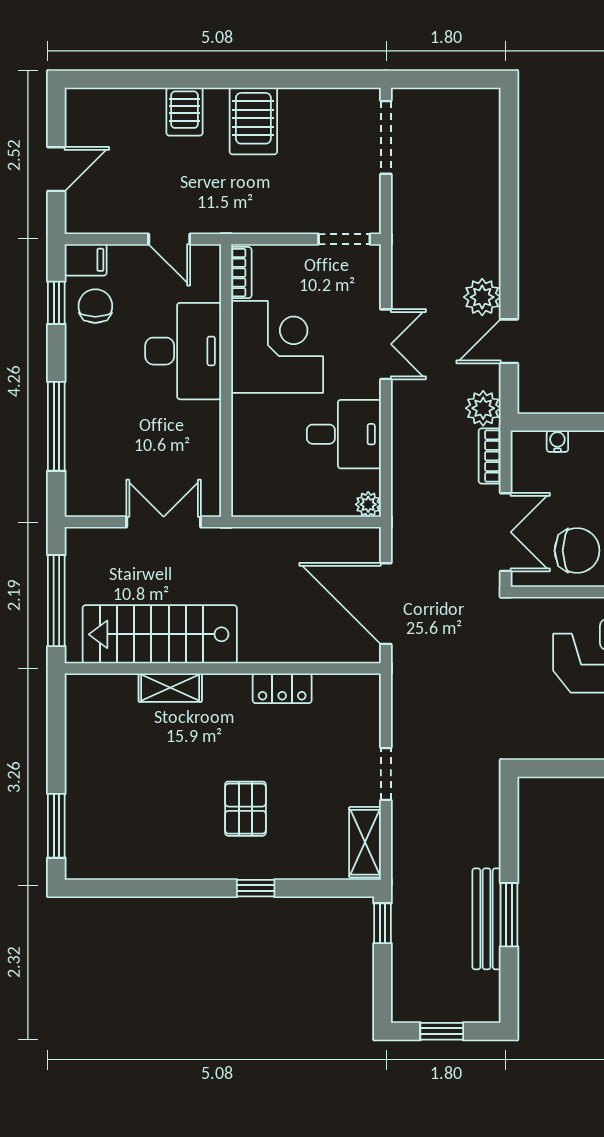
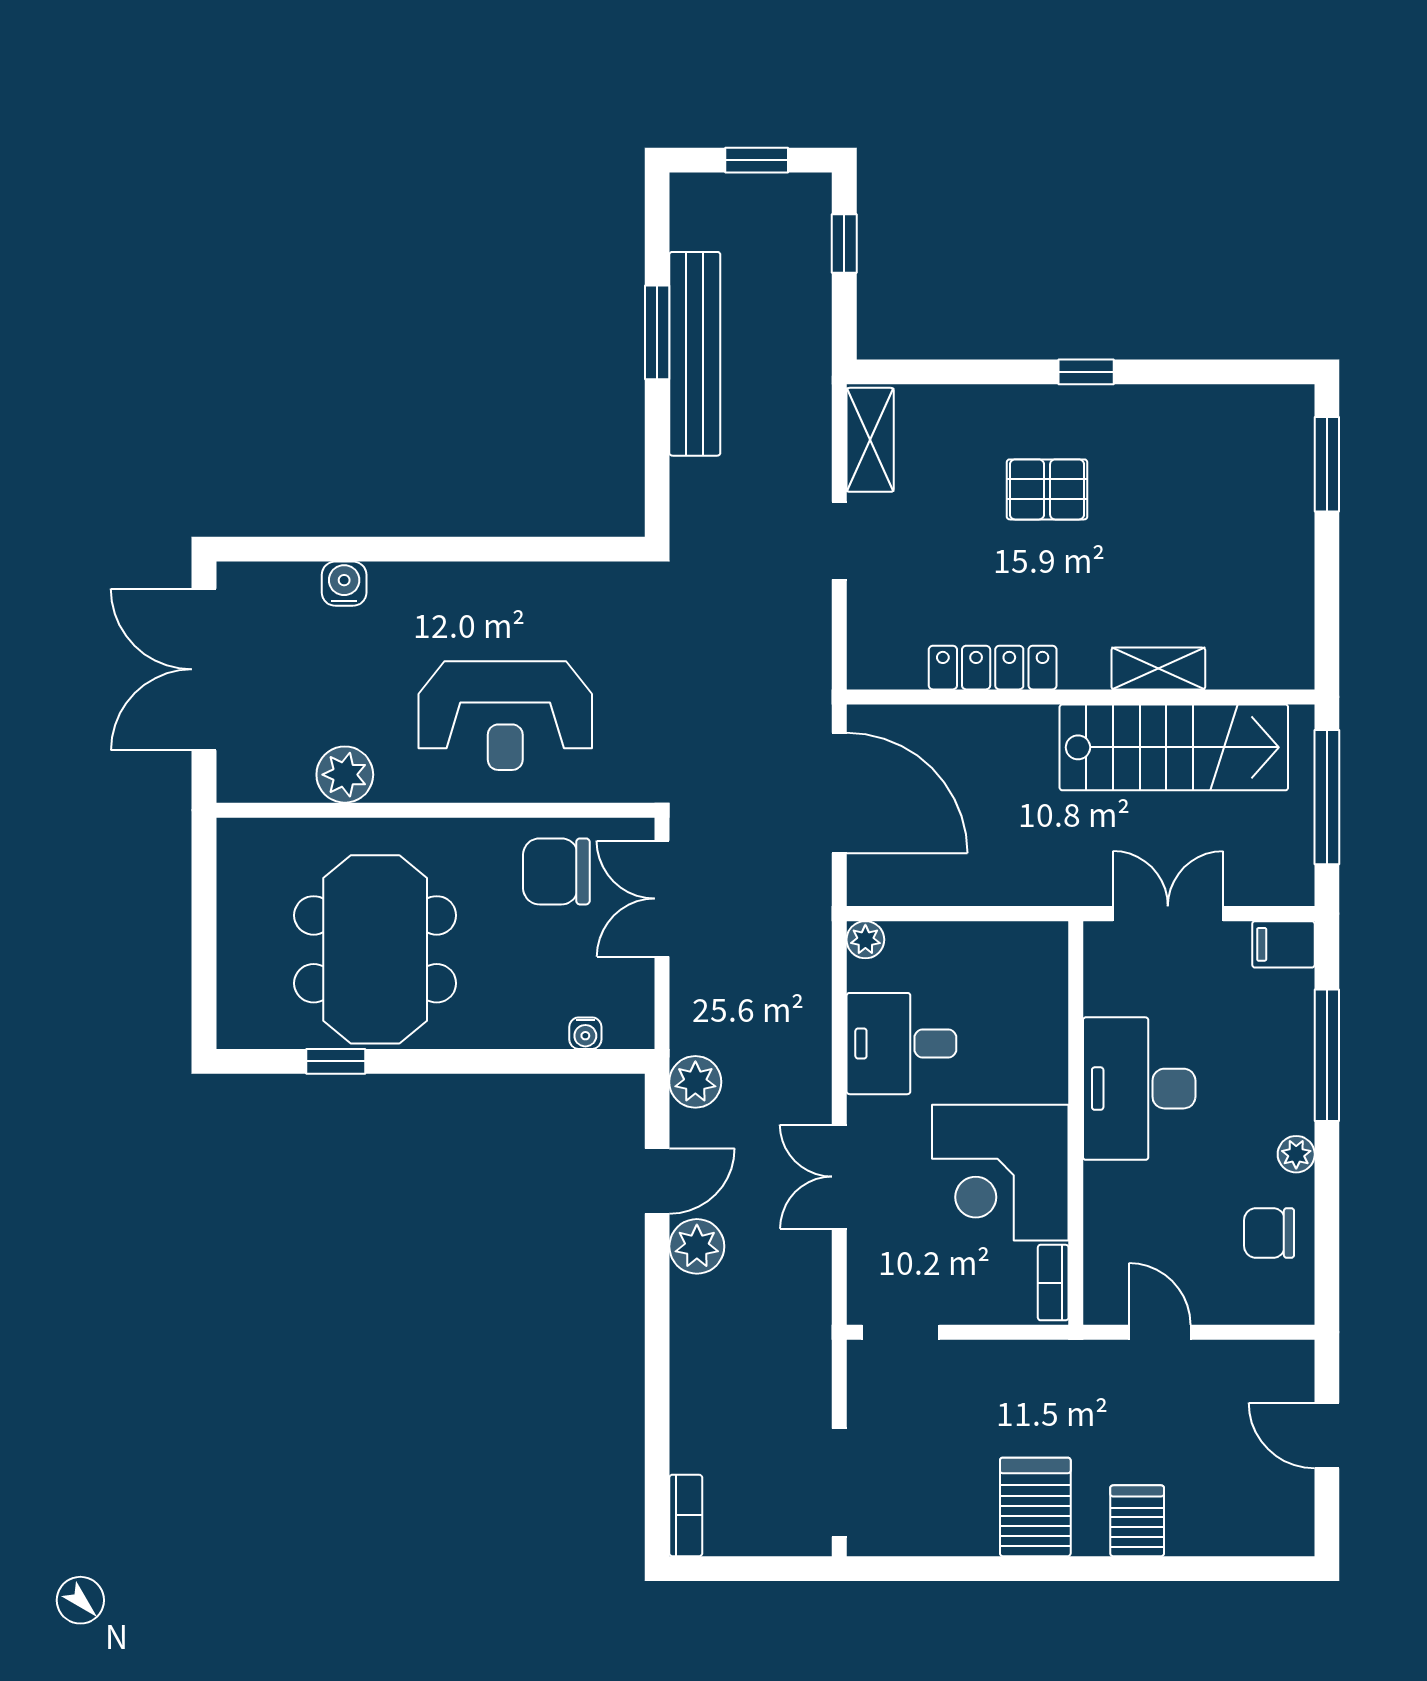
door: (56, 169) -> (1327, 1436), hinge flipped
filing cabinet: (86, 260) -> (1283, 944), moved
window: (56, 303) -> (1327, 1238), removed
chair: (95, 306) -> (1269, 1233), turned 90
desk: (183, 351) -> (1139, 1089), moved
plant: (77, 359) -> (1296, 1154), added
bookcase: (490, 456) -> (686, 1515), moved
double door: (164, 522) -> (1168, 914), swing flipped
locker: (282, 688) -> (993, 668), width x1.53
pallet: (245, 809) -> (1047, 489), turned 90
window: (256, 888) -> (1086, 372), moved
bench: (487, 919) -> (695, 354), width x1.37, depth x1.21
window: (382, 923) -> (844, 244), moved

